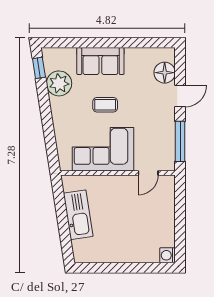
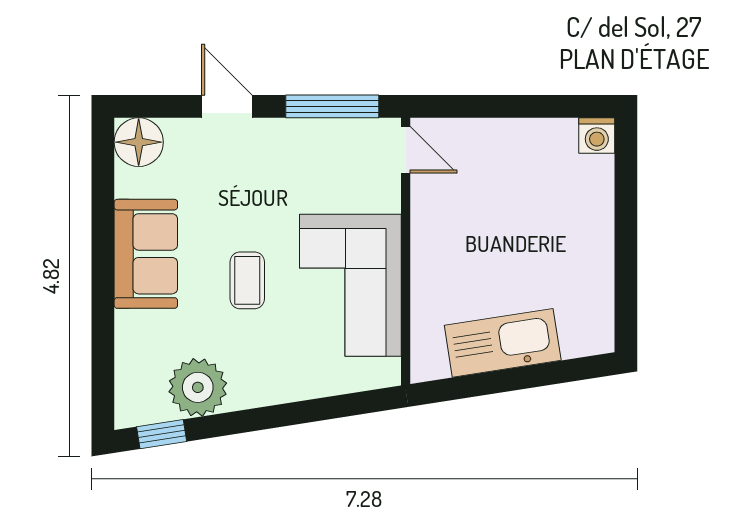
sofa: (100, 61) -> (146, 254), moved
floor lamp: (165, 73) -> (139, 142), moved
door: (148, 173) -> (406, 150), moved

